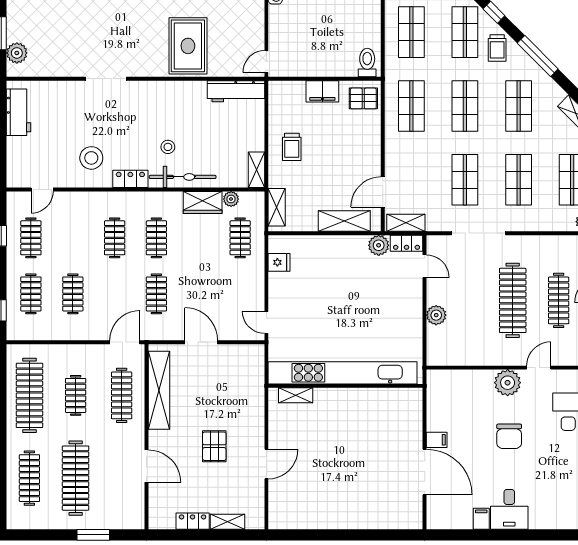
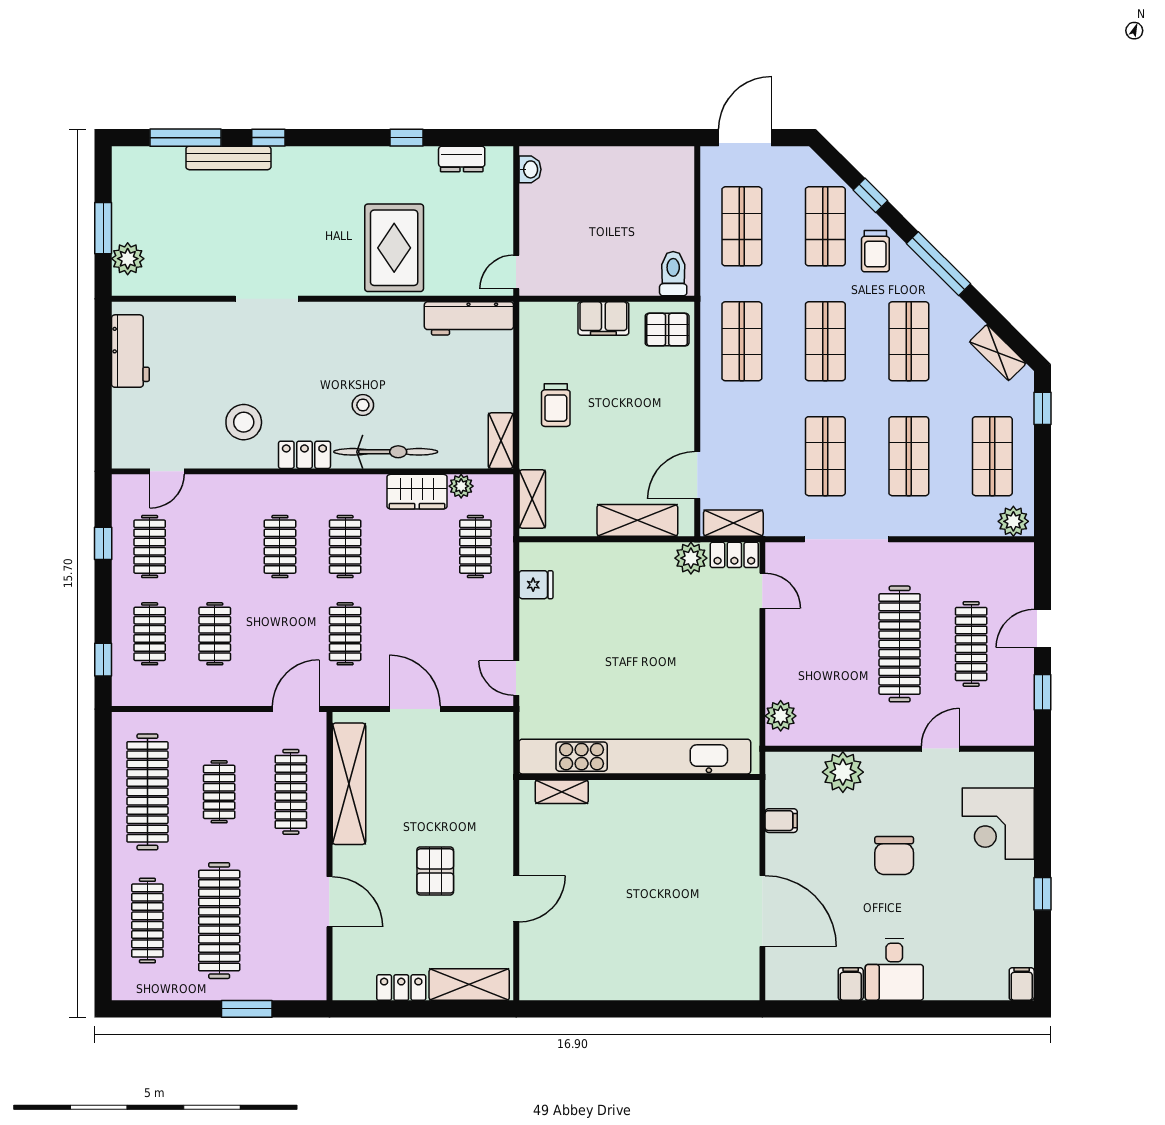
plant: (436, 315) -> (781, 716), moved
plant: (508, 383) -> (843, 772), moved
filing cabinet: (437, 440) -> (781, 821), moved
shelving: (228, 522) -> (469, 985), width x1.50, depth x1.33

